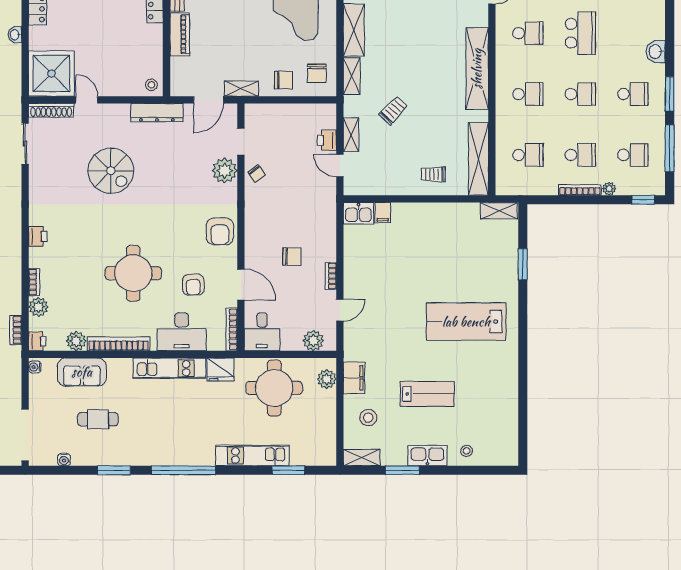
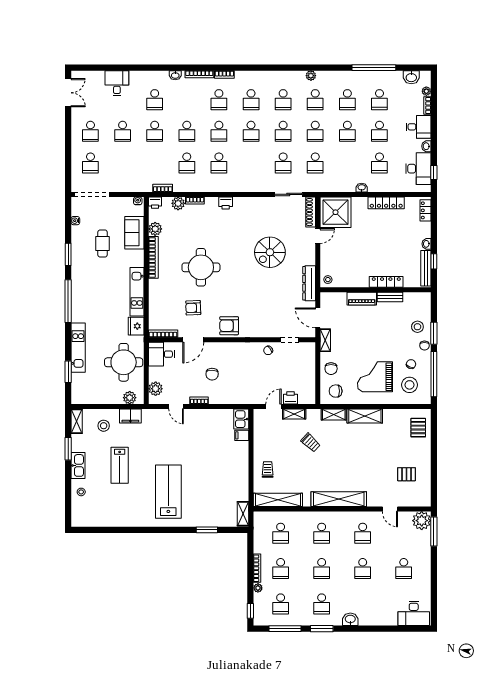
school desk: (580, 33) -> (363, 569), width x0.54
plant: (225, 171) -> (270, 329), removed
desk: (182, 332) -> (161, 300), removed

